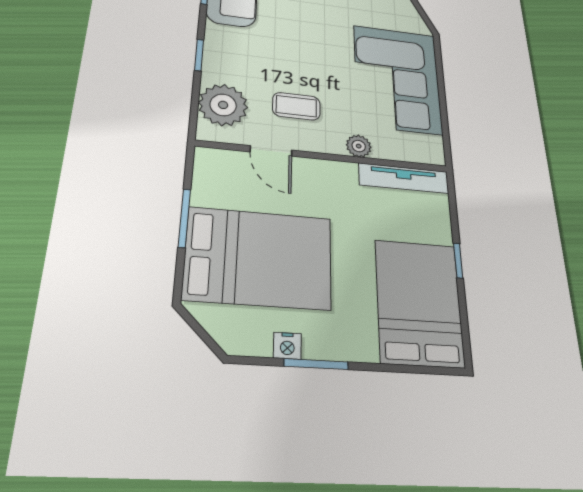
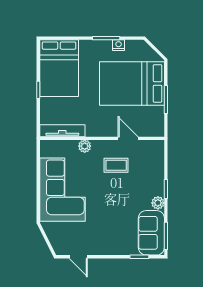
plant: (223, 105) -> (158, 203), moved, width x0.53, depth x0.53

